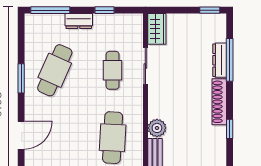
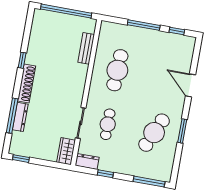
dresser: (79, 21) -> (87, 161), moved
plant: (157, 128) -> (80, 72), removed
door: (21, 135) -> (190, 85), hinge flipped

